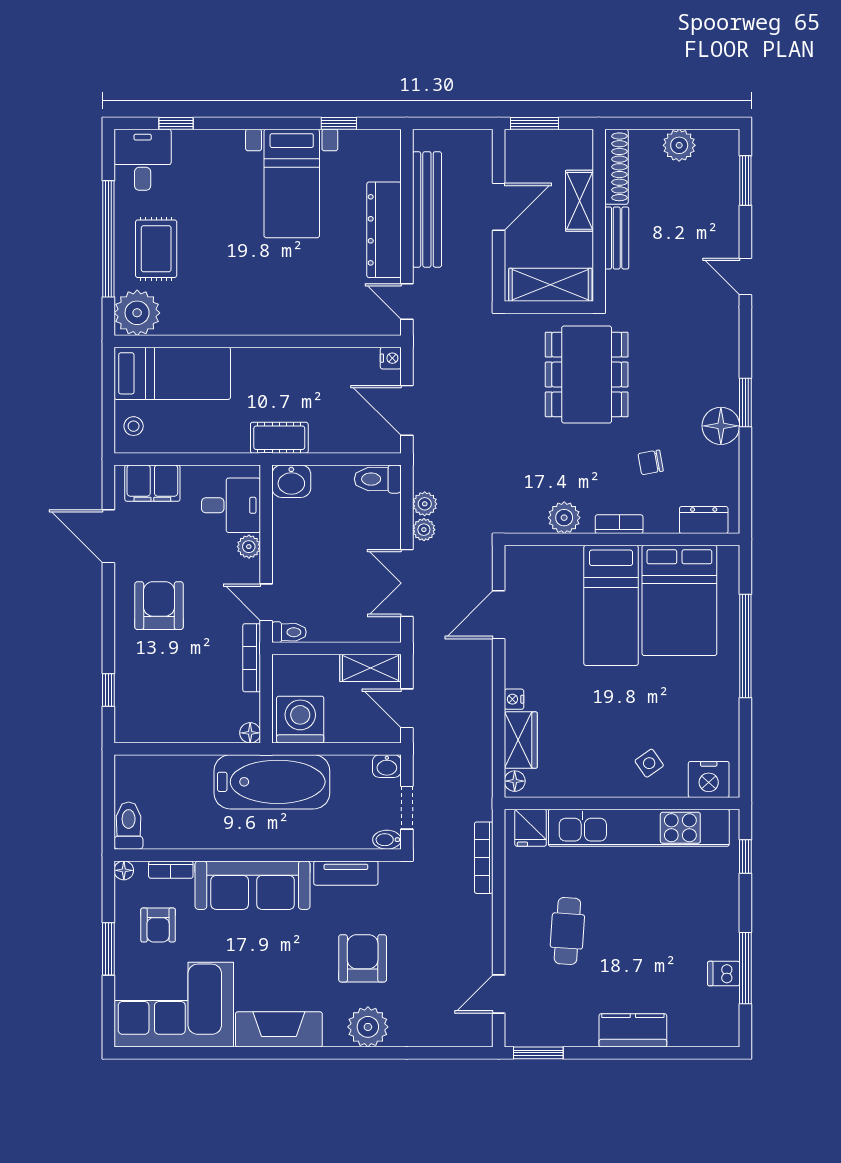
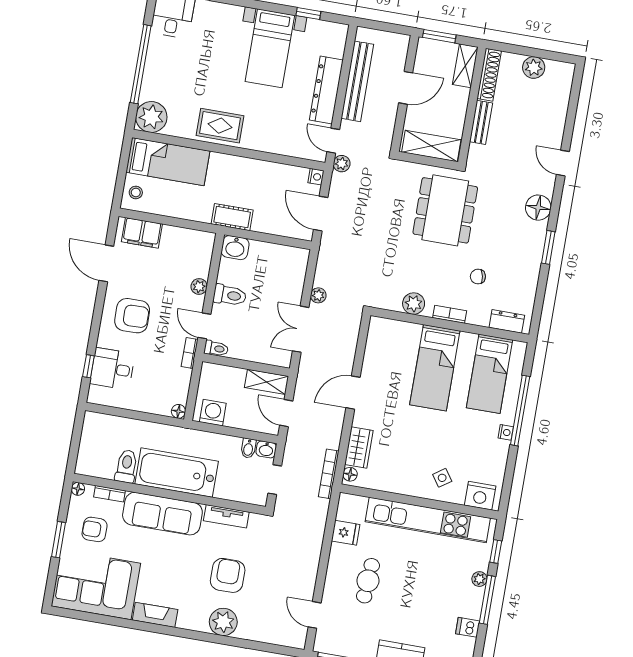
window: (745, 181) -> (574, 99), removed
shelving: (579, 201) -> (465, 66), moved
rug: (156, 249) -> (220, 126), moved, turned 90
floor lamp: (721, 426) -> (538, 208), moved
toilet: (378, 479) -> (230, 295), moved, turned 180
plant: (425, 504) -> (342, 164), moved
desk: (231, 505) -> (112, 369), moved, turned 180
bed: (679, 600) -> (490, 374), width x0.67
armchair: (159, 606) -> (132, 316), turned 89
door: (499, 615) -> (353, 393), moved
bookcase: (252, 658) -> (190, 353), width x0.64
nightstand: (514, 699) -> (506, 432), moved, turned 180
washing machine: (300, 720) -> (213, 413), width x0.73, depth x0.73
bathtub: (272, 782) -> (177, 473), moved, turned 180
toilet: (129, 826) -> (126, 466), moved
fridge: (531, 828) -> (346, 533), moved, turned -90
bidet: (387, 840) -> (248, 448), moved, turned -90
bookcase: (484, 858) -> (329, 474), moved
plant: (729, 901) -> (479, 579), added
armchair: (158, 925) -> (95, 529), turned 90
window: (745, 968) -> (487, 600), moved
door: (499, 994) -> (315, 615), hinge flipped
fireplace: (279, 1029) -> (155, 615), width x0.73, depth x0.76

